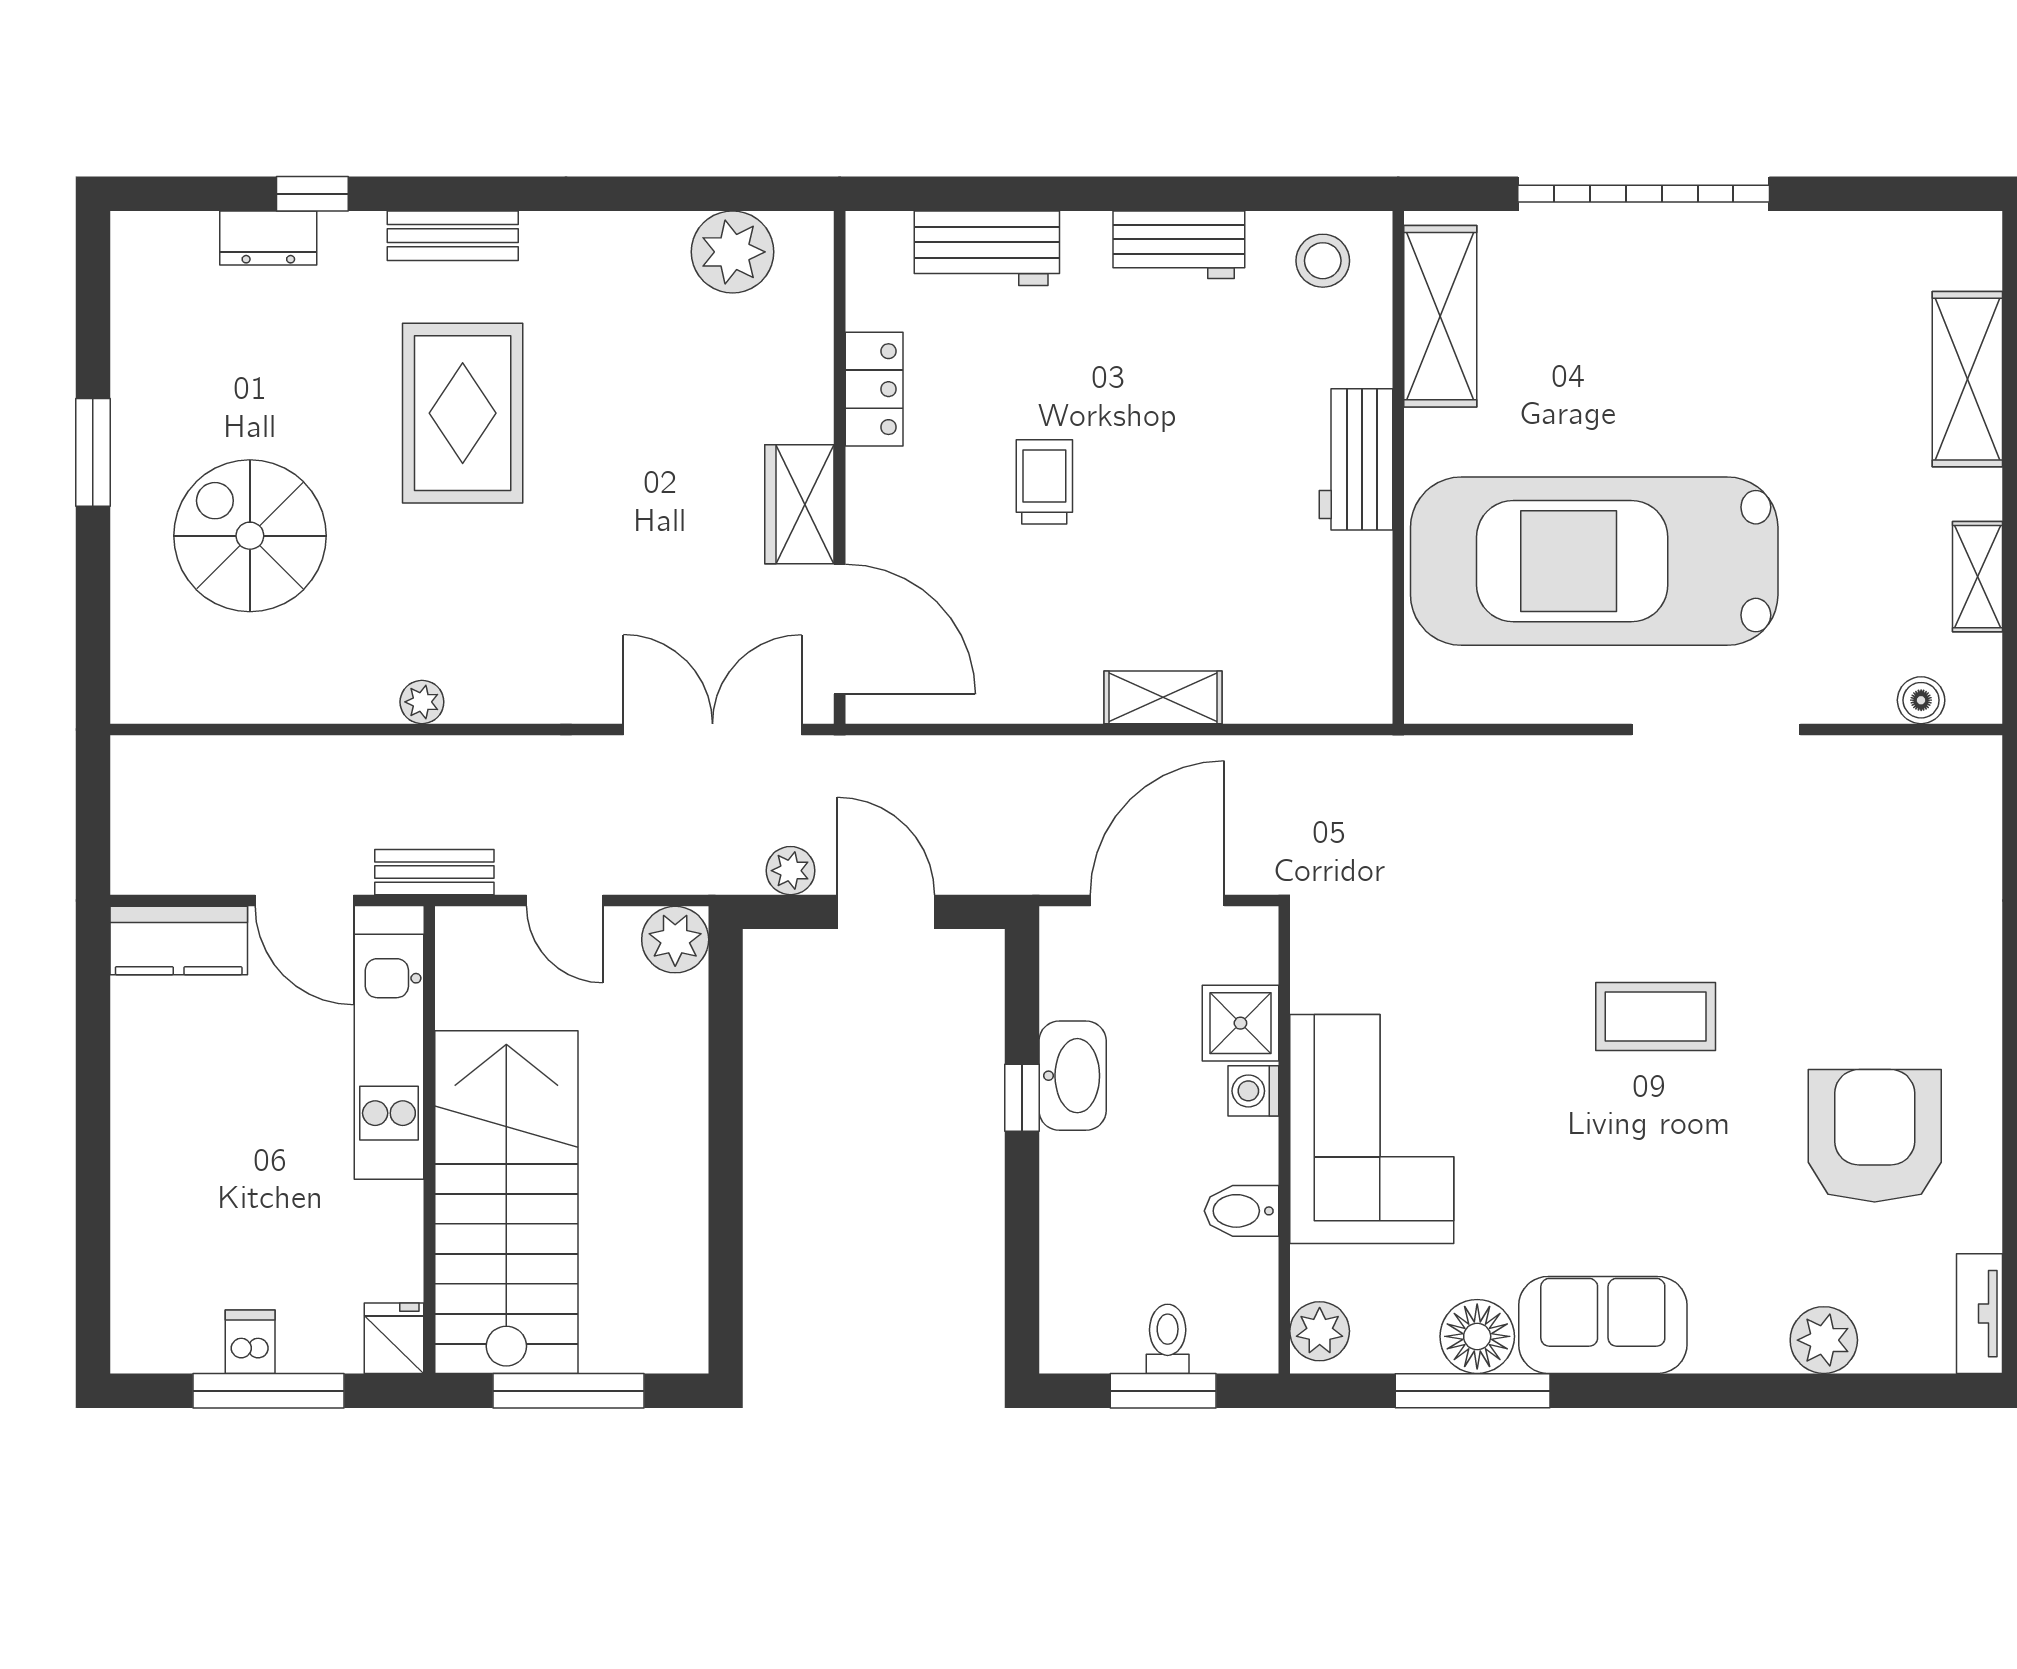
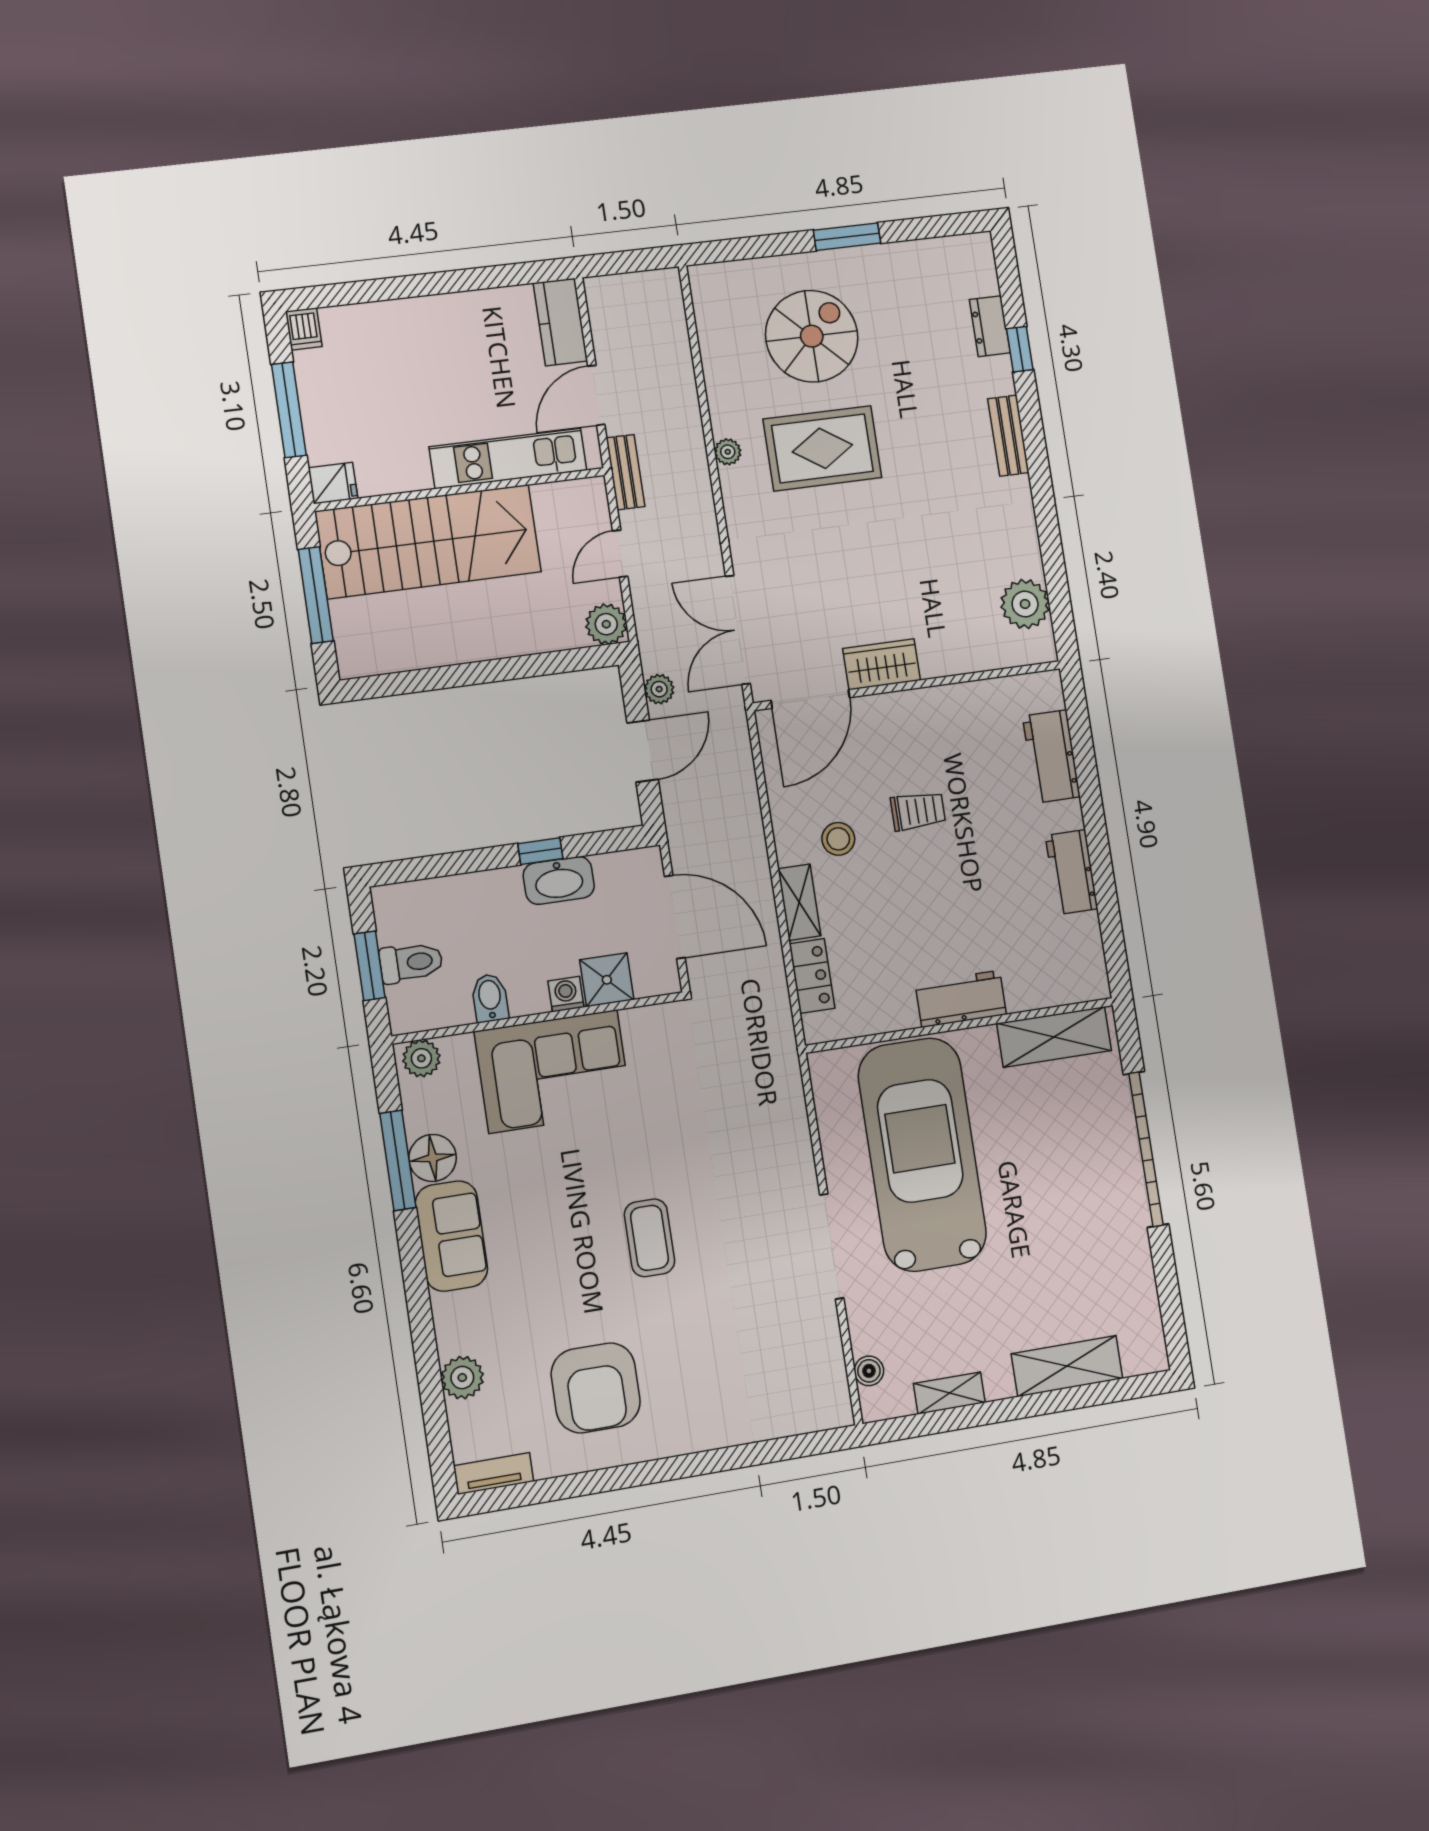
stool: (1323, 261) -> (838, 839), moved
locker: (874, 389) -> (812, 976), moved, turned -90
rug: (463, 413) -> (822, 448), moved
double door: (713, 729) -> (738, 630), swing flipped
armchair: (1875, 1136) -> (596, 1388), turned 90
toilet: (1168, 1339) -> (411, 962), width x1.37, depth x1.39
dishwasher: (250, 1342) -> (304, 329), moved, turned 90

